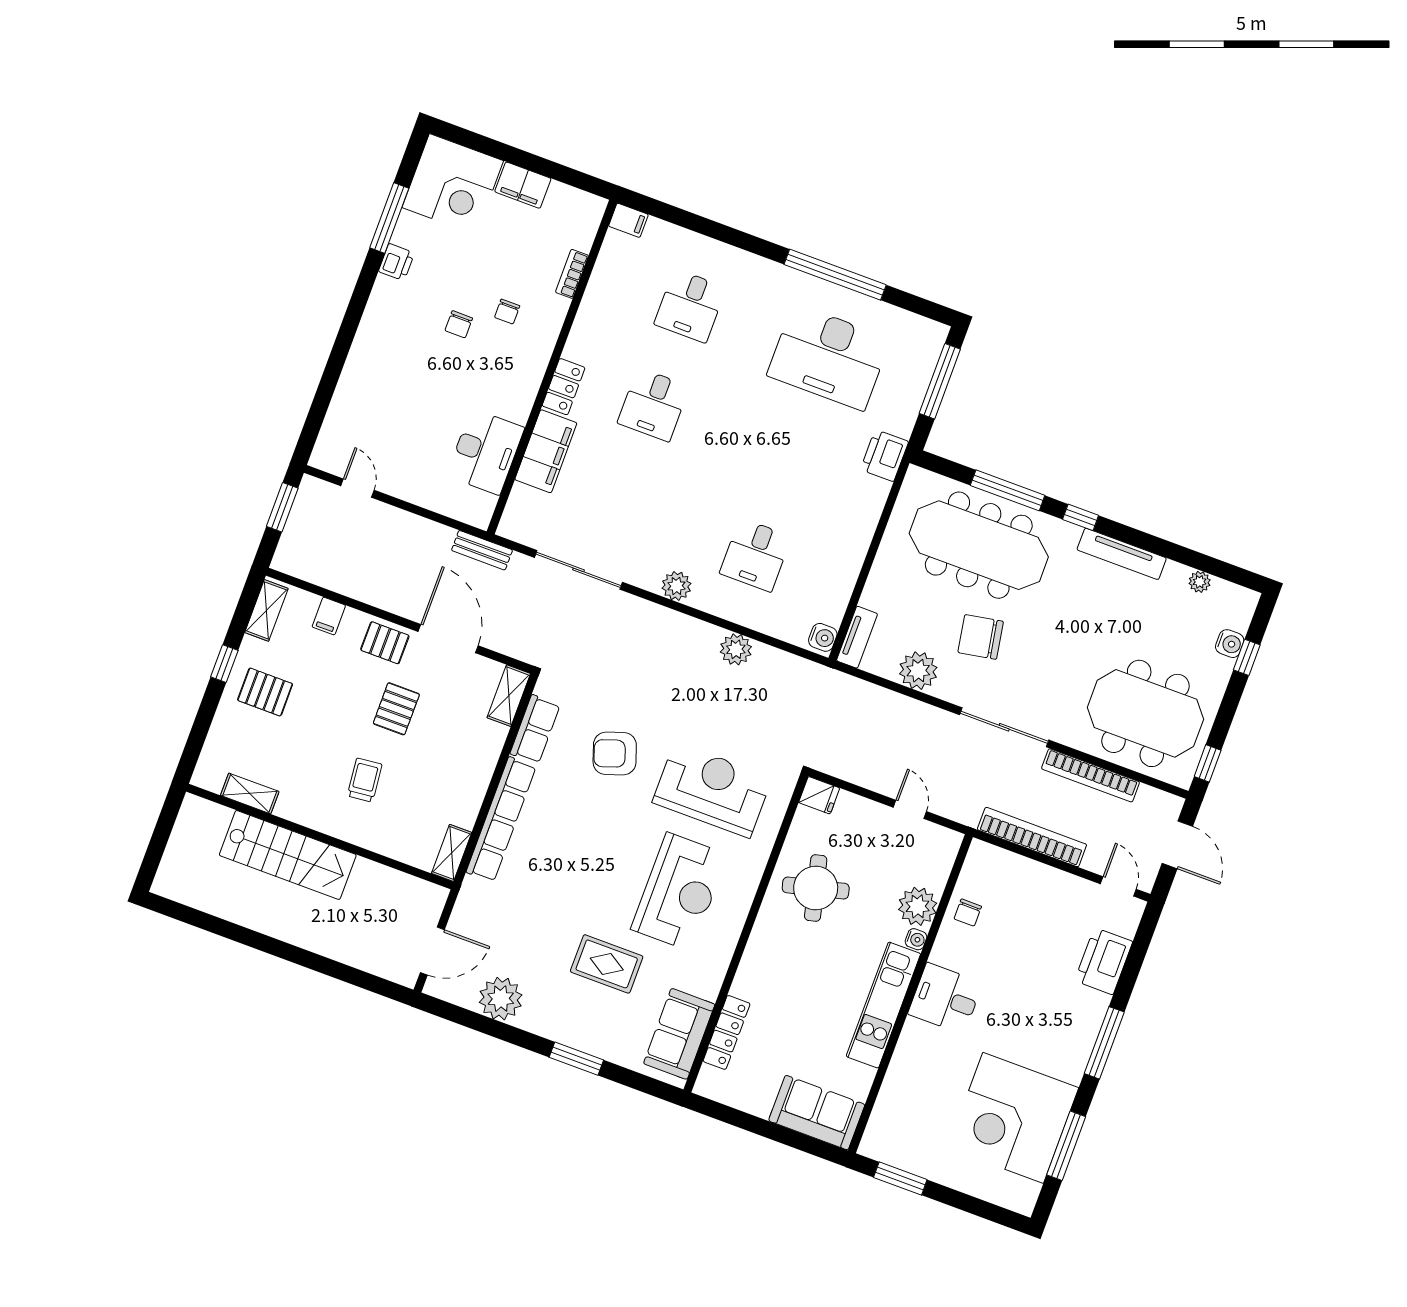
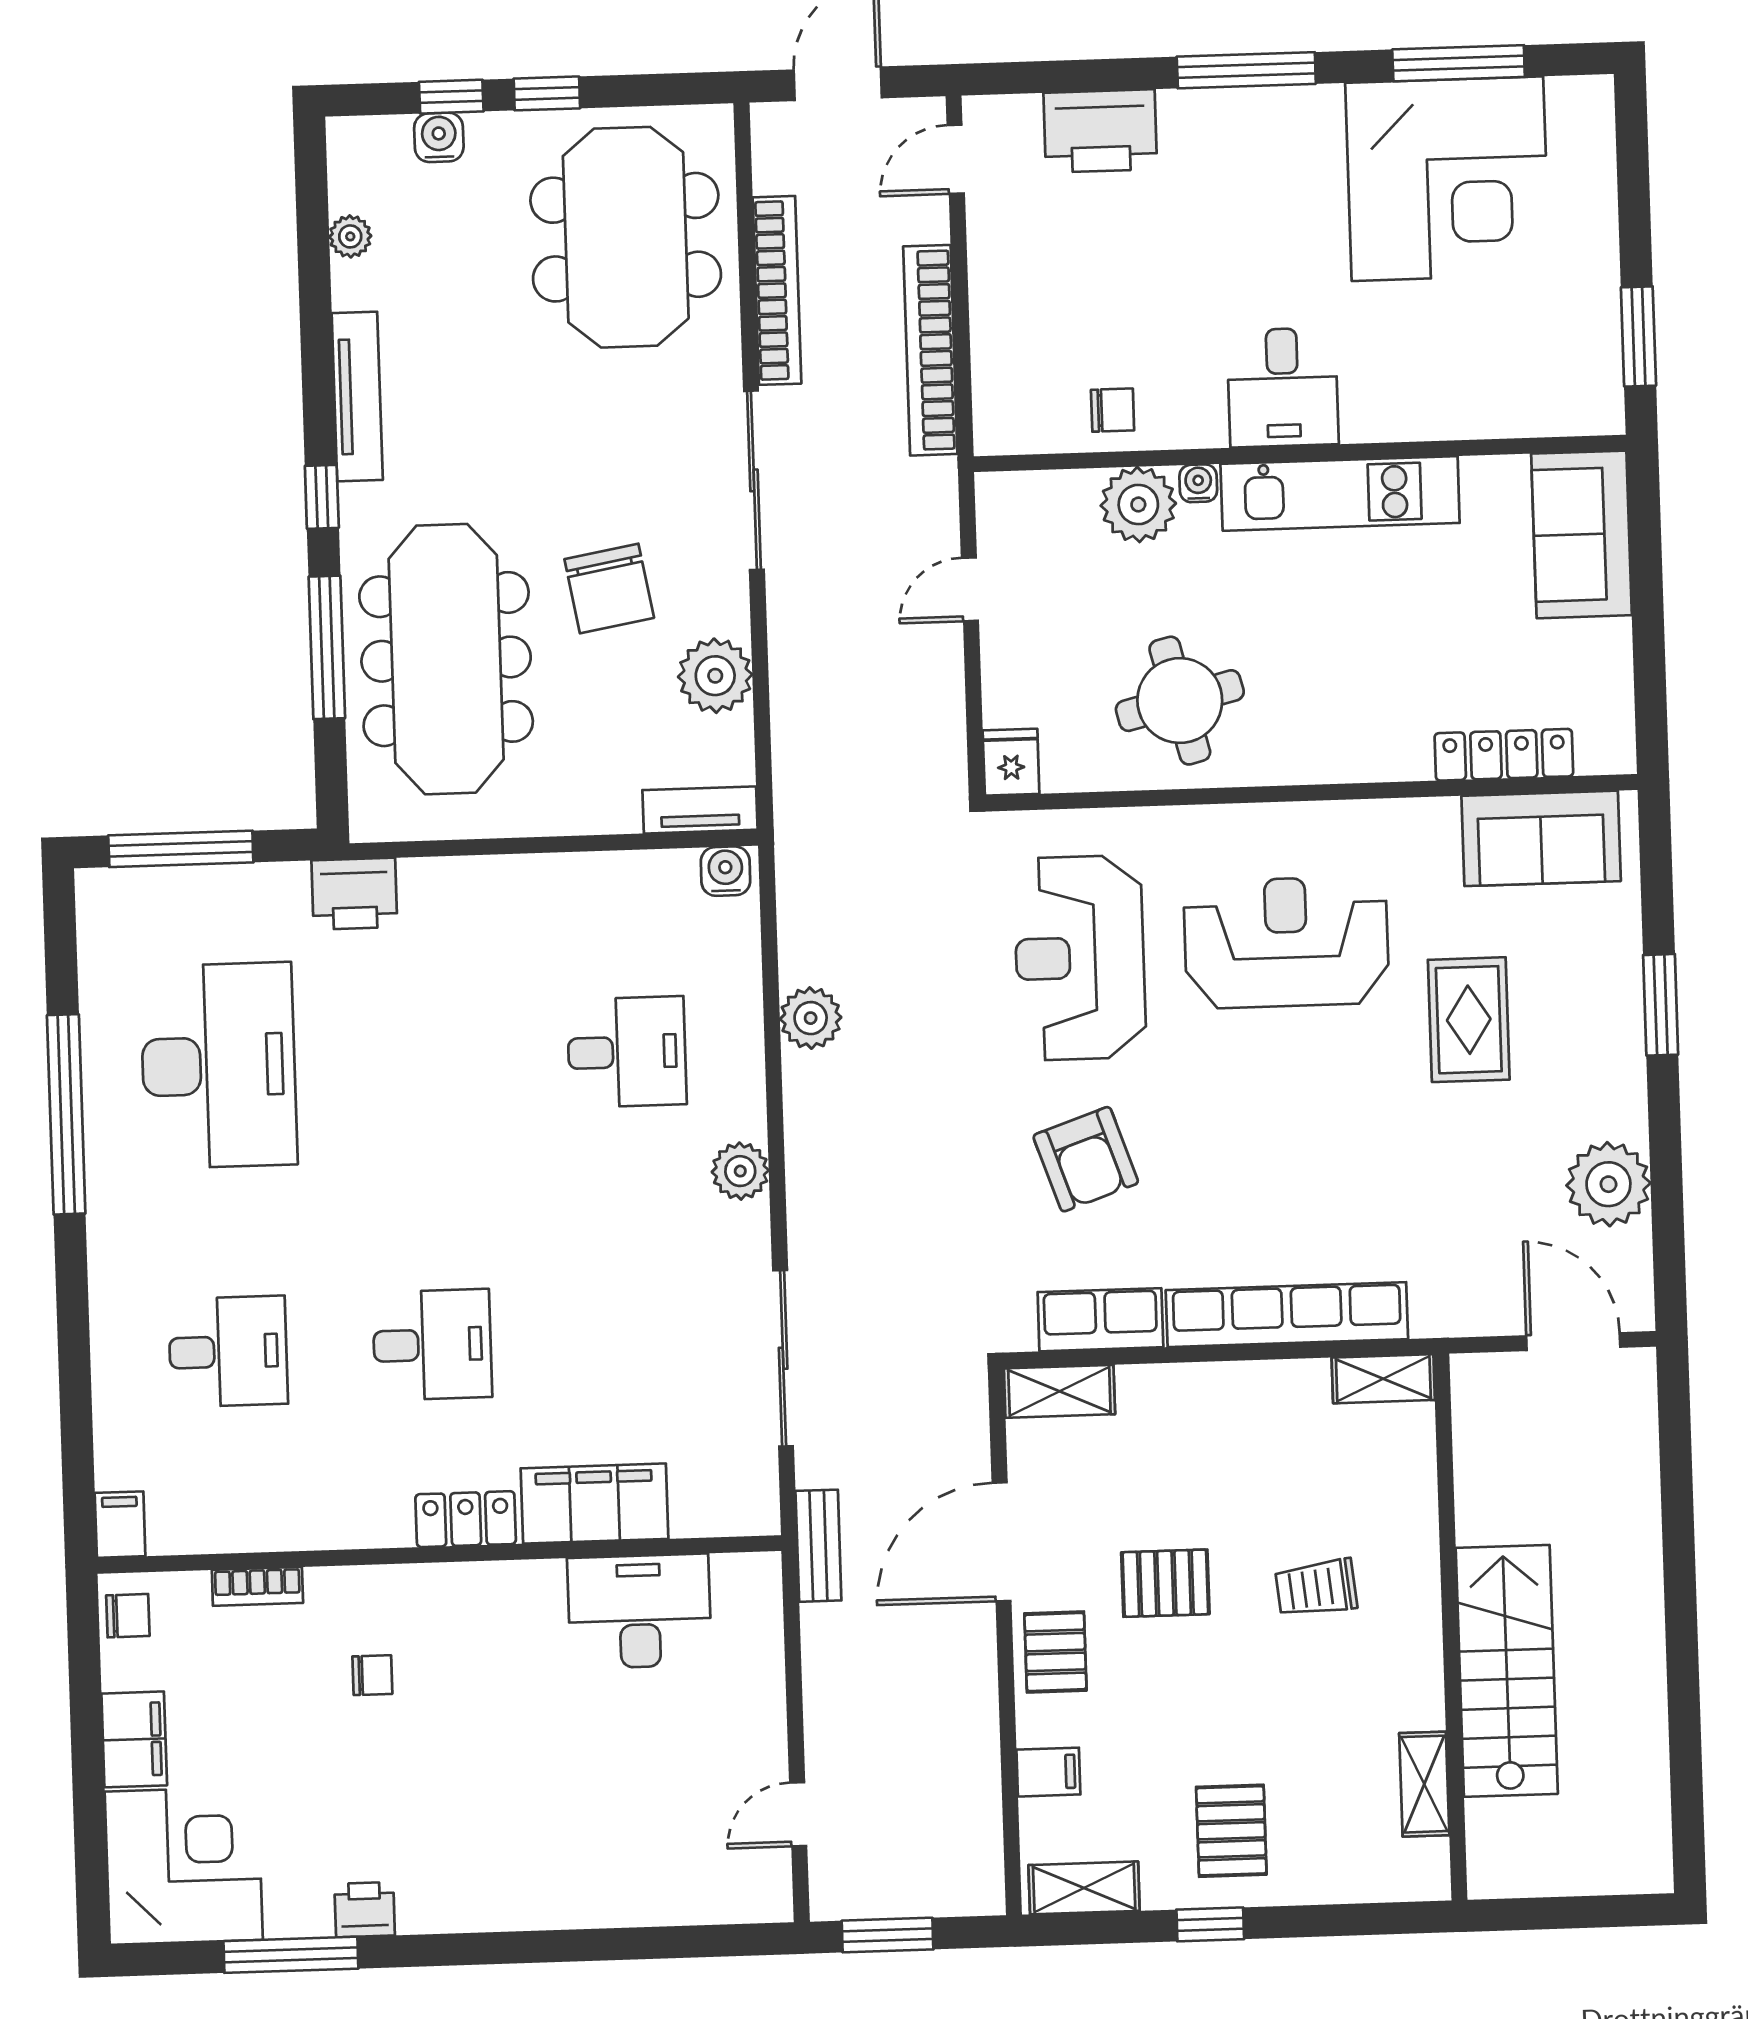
chair: (459, 324) -> (128, 1616), moved
window: (1208, 763) -> (547, 93), moved

